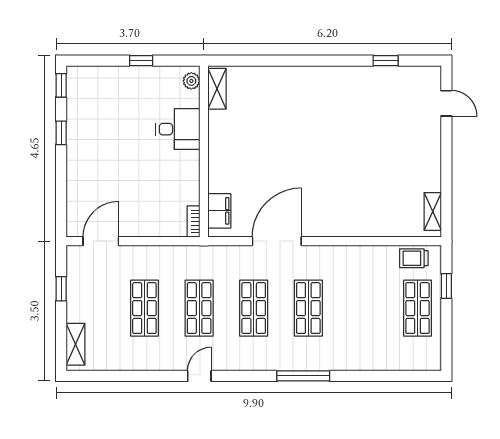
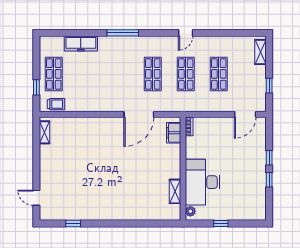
window: (61, 85) -> (269, 158), moved
shelving: (217, 89) -> (175, 191), moved
desk: (178, 129) -> (203, 182), width x1.87, depth x1.30
shop shelf: (308, 308) -> (120, 74), removed
freezer: (373, 358) -> (81, 44), added

